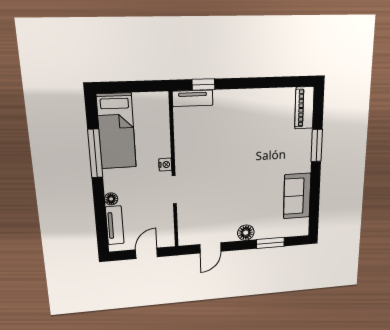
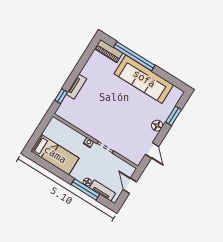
tv unit: (193, 98) -> (76, 87), moved
window: (317, 146) -> (134, 56), width x2.11
window: (95, 153) -> (85, 189), moved
sofa: (297, 196) -> (144, 79), width x1.85, depth x1.27

